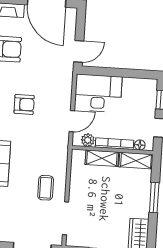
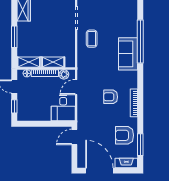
desk: (98, 93) -> (63, 108), width x0.73

